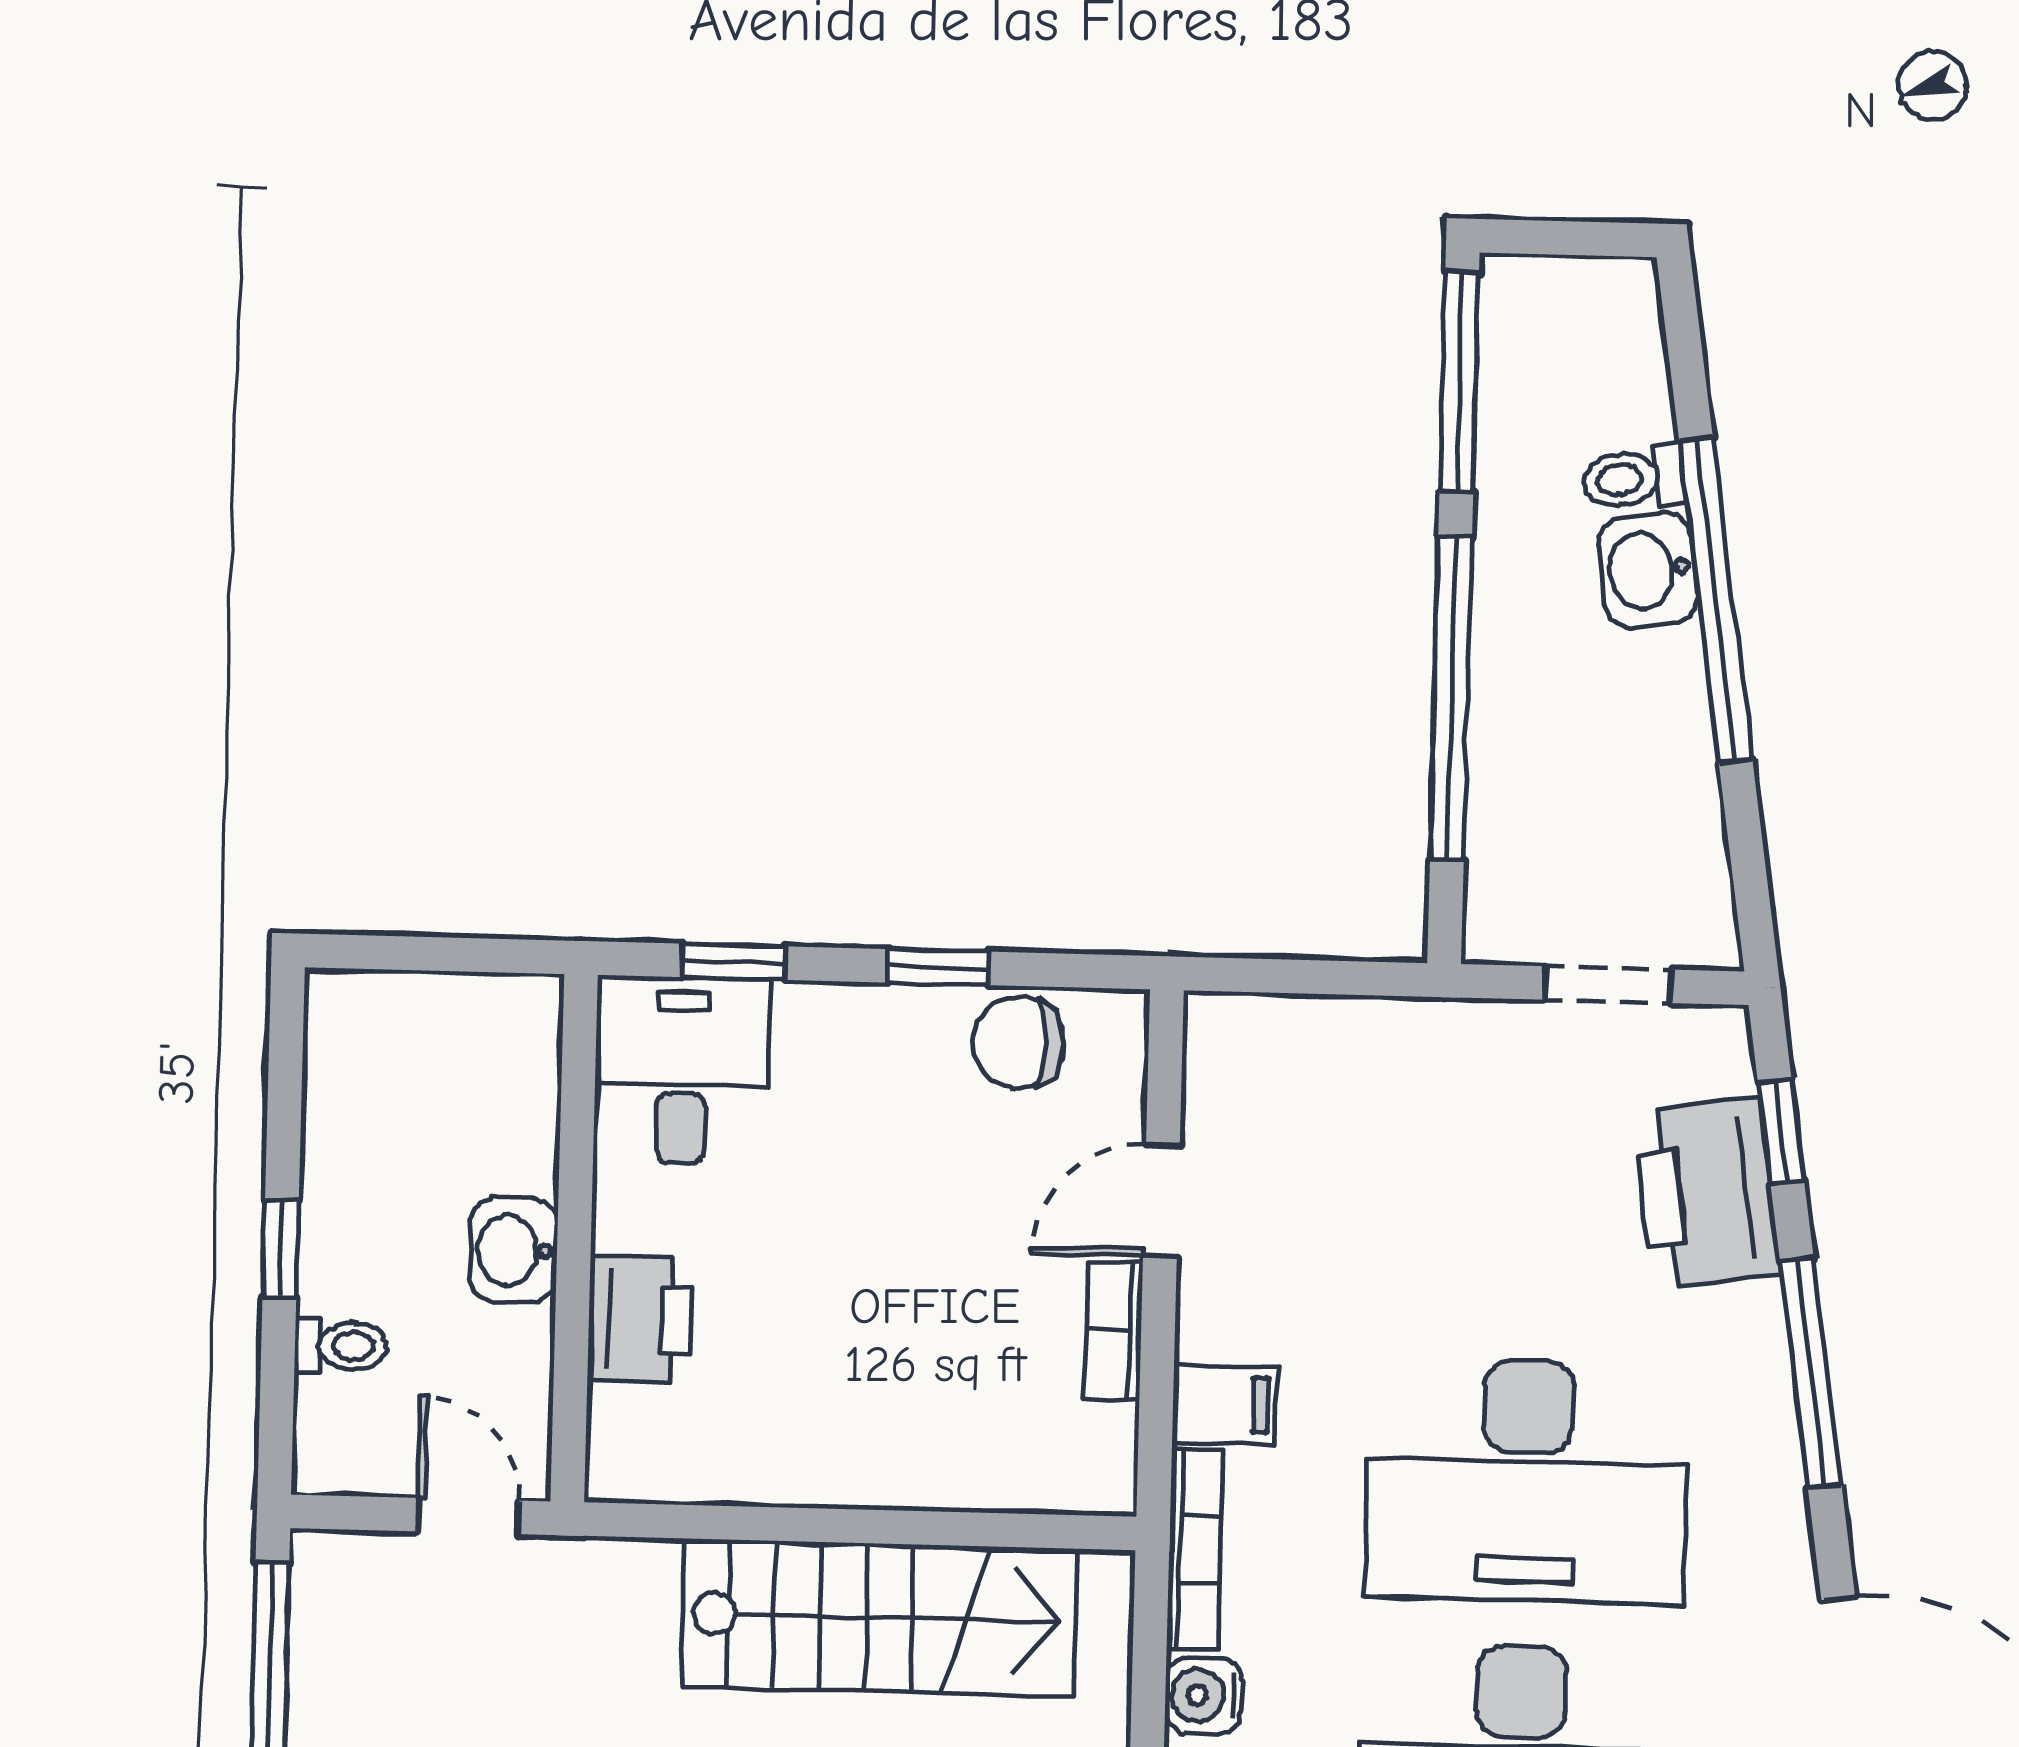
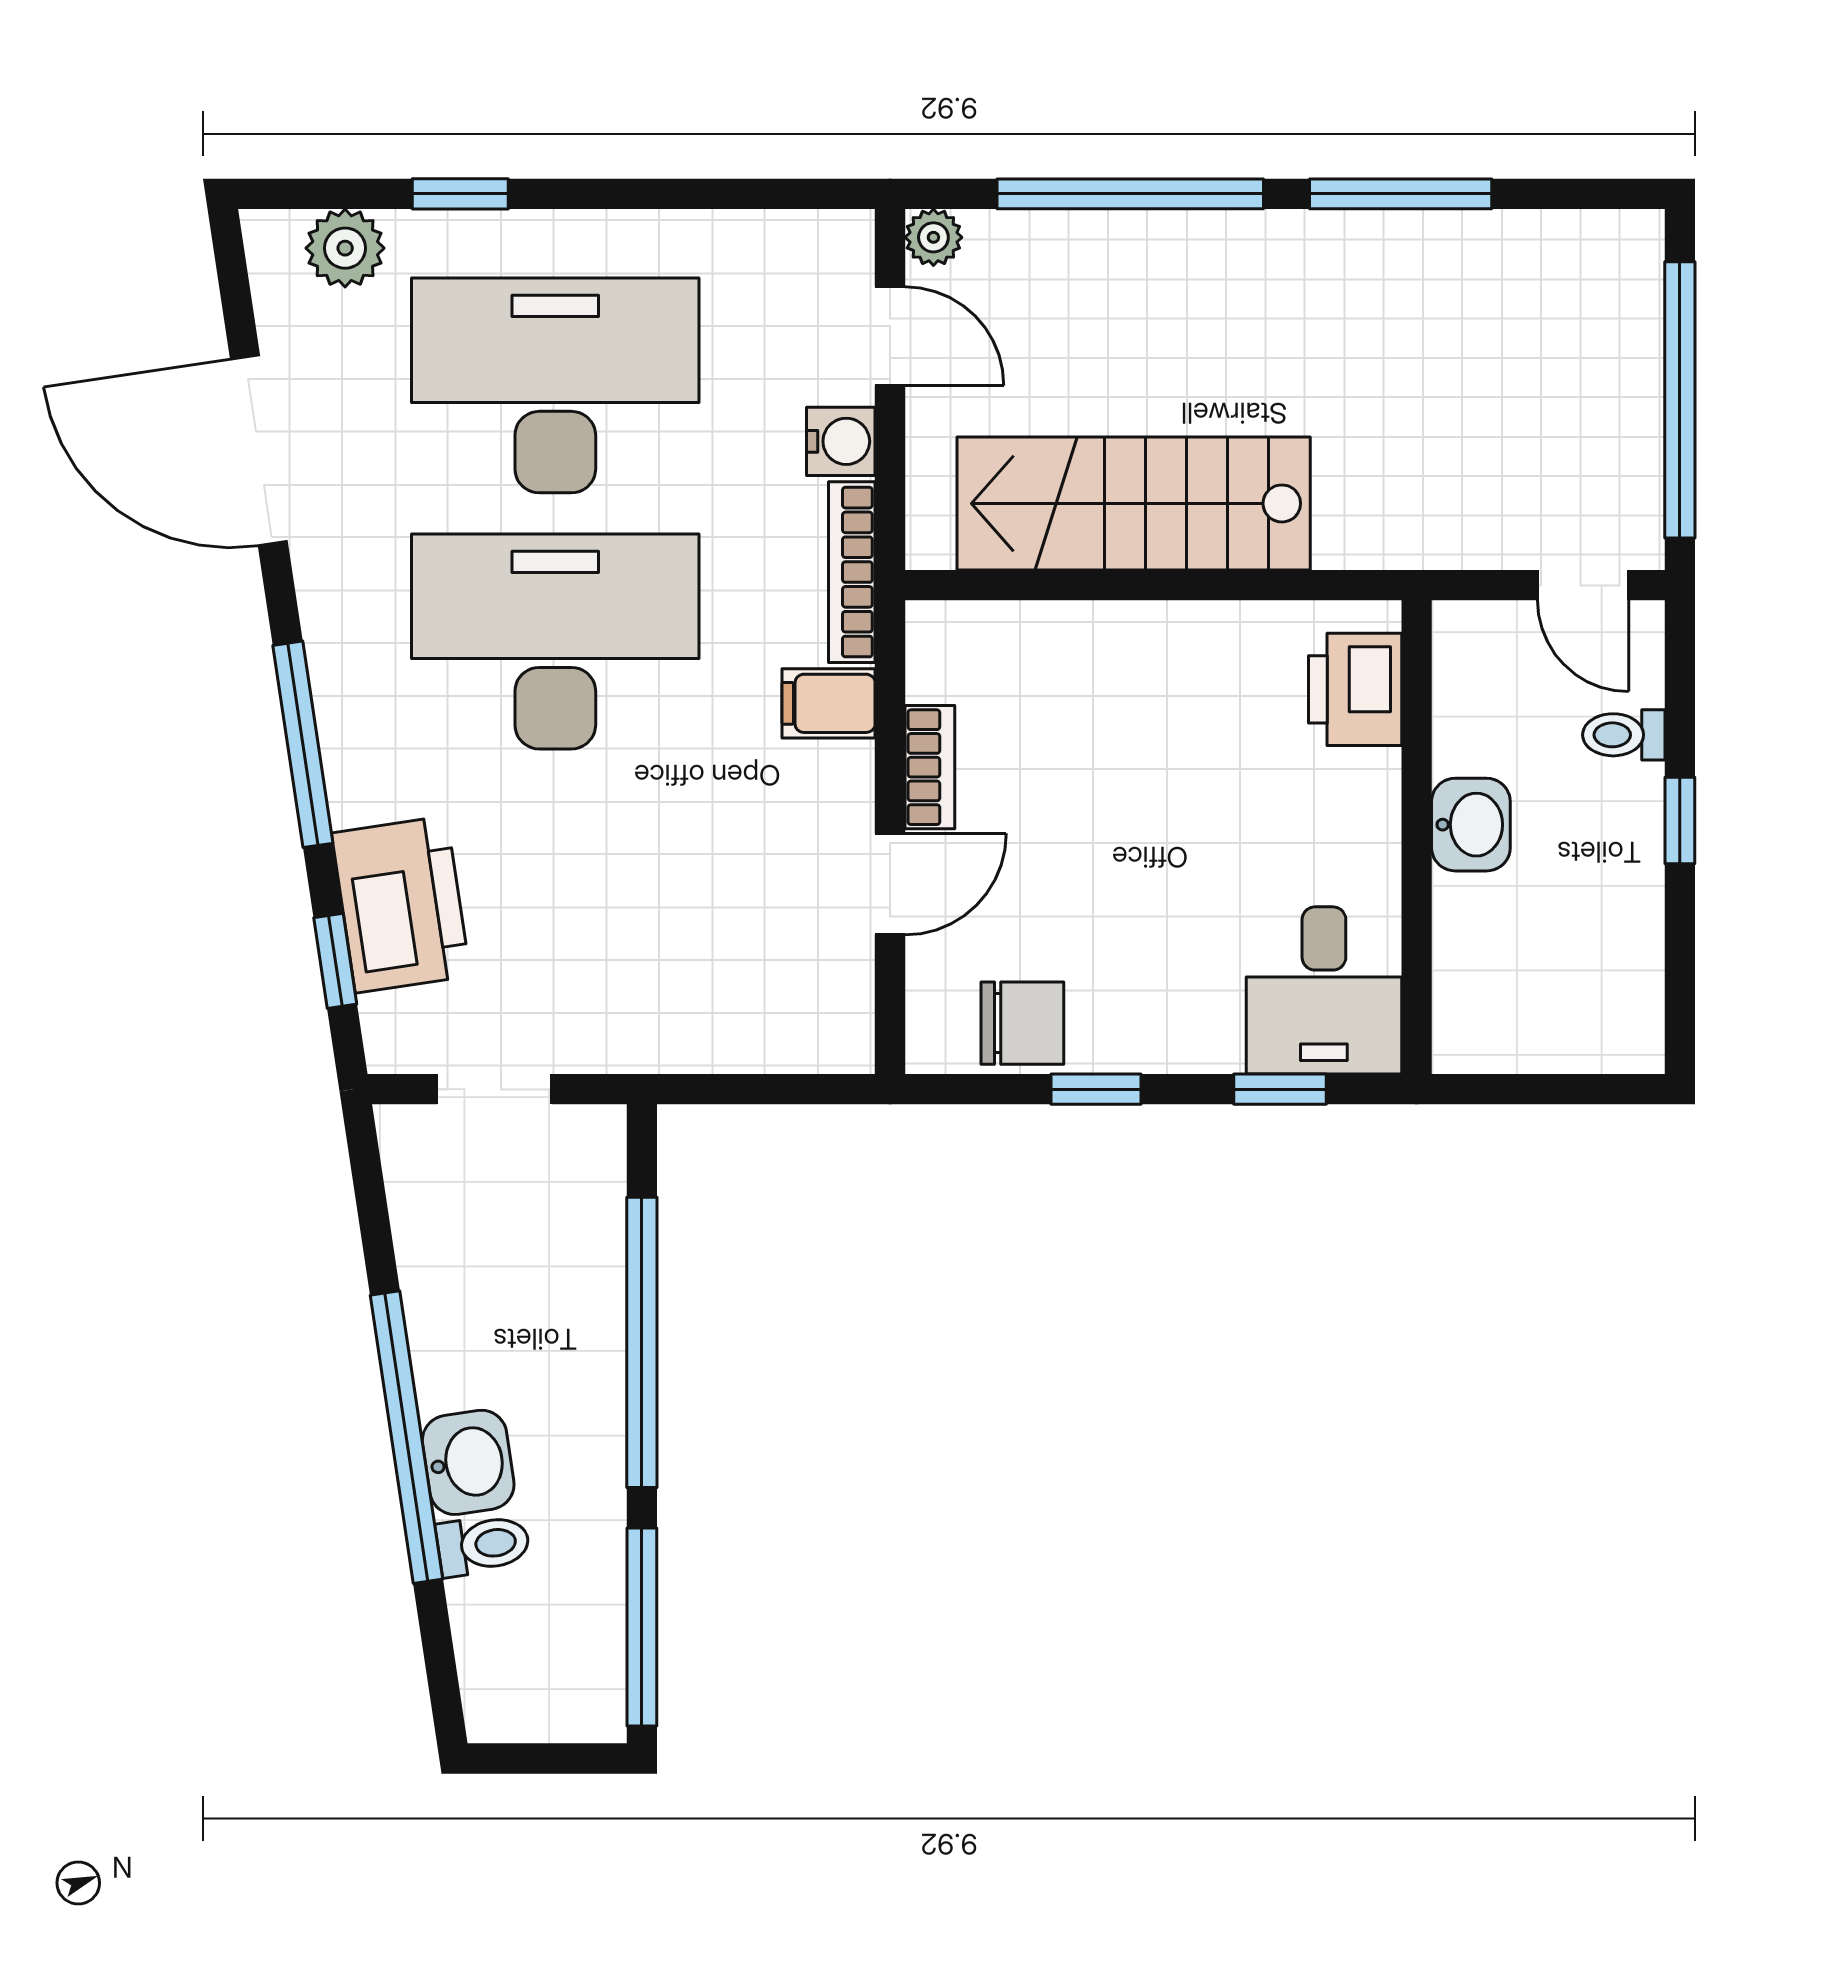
printer: (640, 1320) -> (1355, 689), moved
door: (468, 1516) -> (1583, 585), moved

